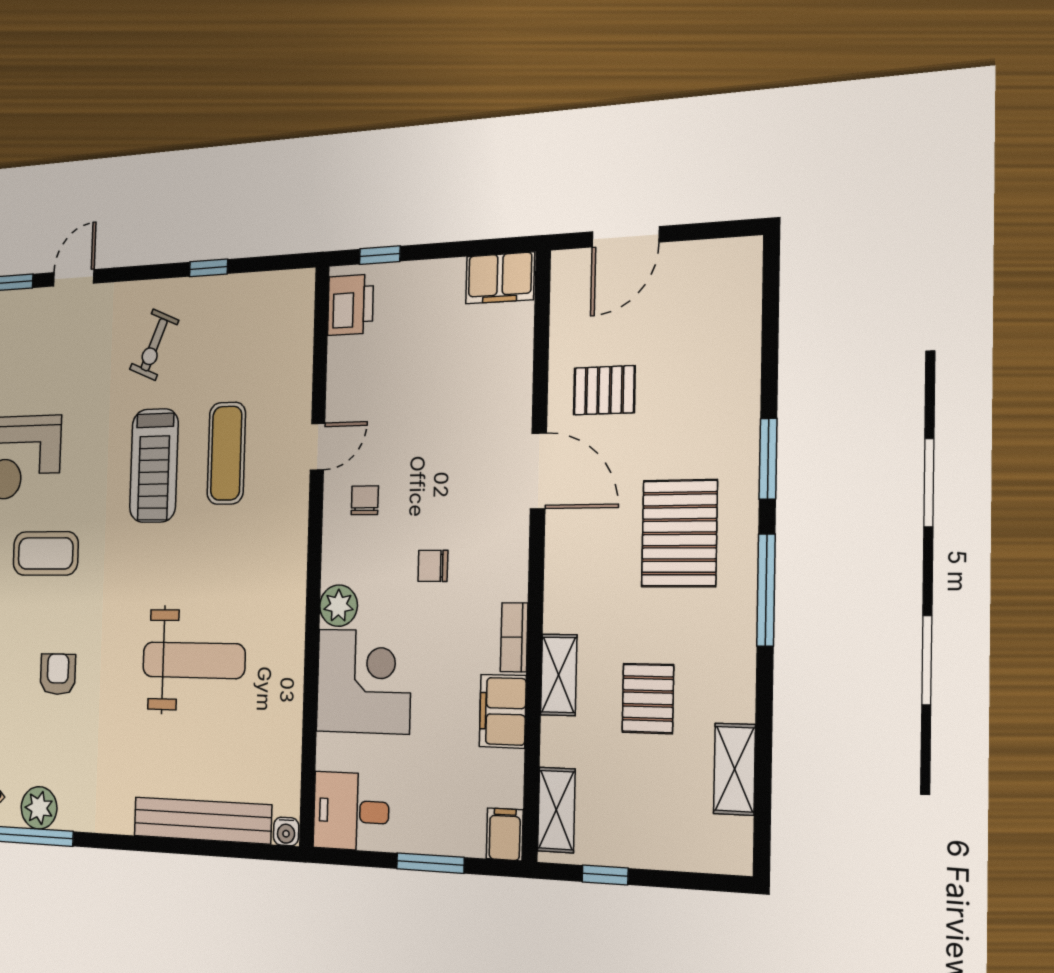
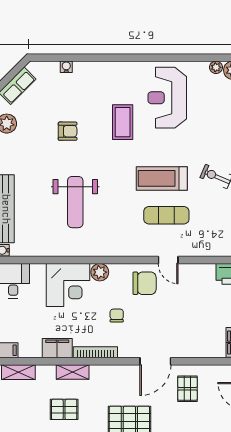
chair: (365, 500) -> (145, 283), width x1.87, depth x1.87
bookcase: (514, 637) -> (95, 352), width x1.56

